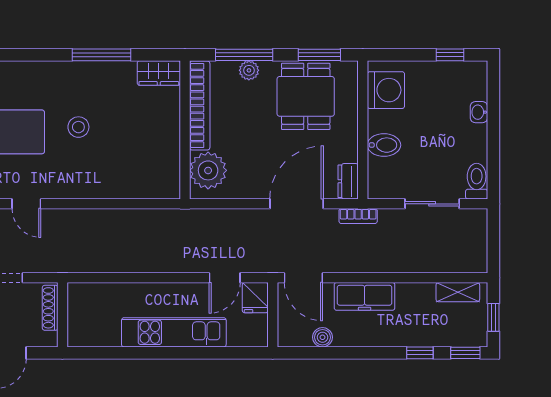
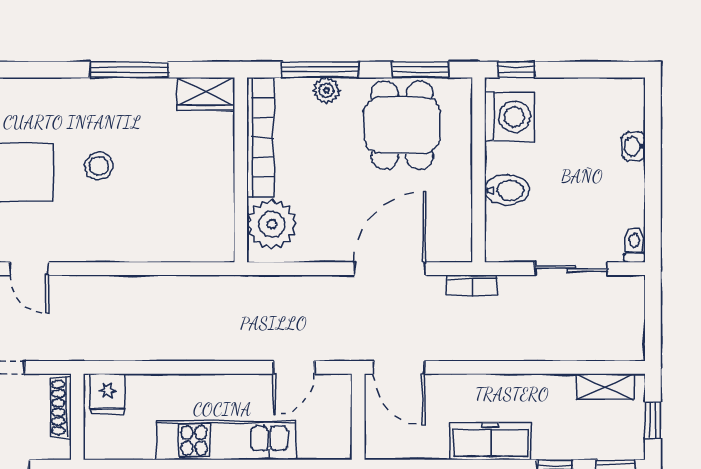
window: (450, 55) -> (516, 70), moved
dresser: (348, 181) -> (459, 239), removed
toilet: (477, 181) -> (634, 245), width x0.73, depth x0.72
freezer: (365, 296) -> (490, 441), moved, turned 180
fridge: (255, 298) -> (108, 394), moved
boiler: (322, 337) -> (425, 447), removed

